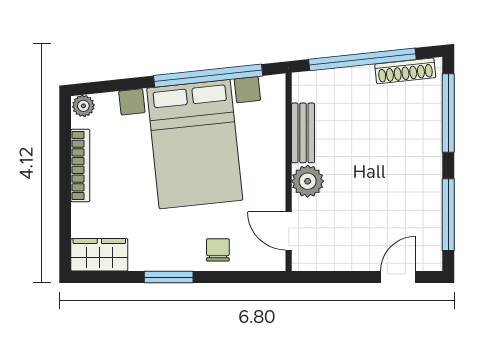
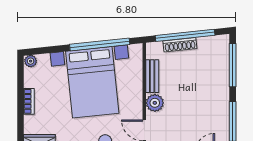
shoe rack: (405, 71) -> (180, 45), moved
bookcase: (80, 166) -> (29, 101), width x0.64

